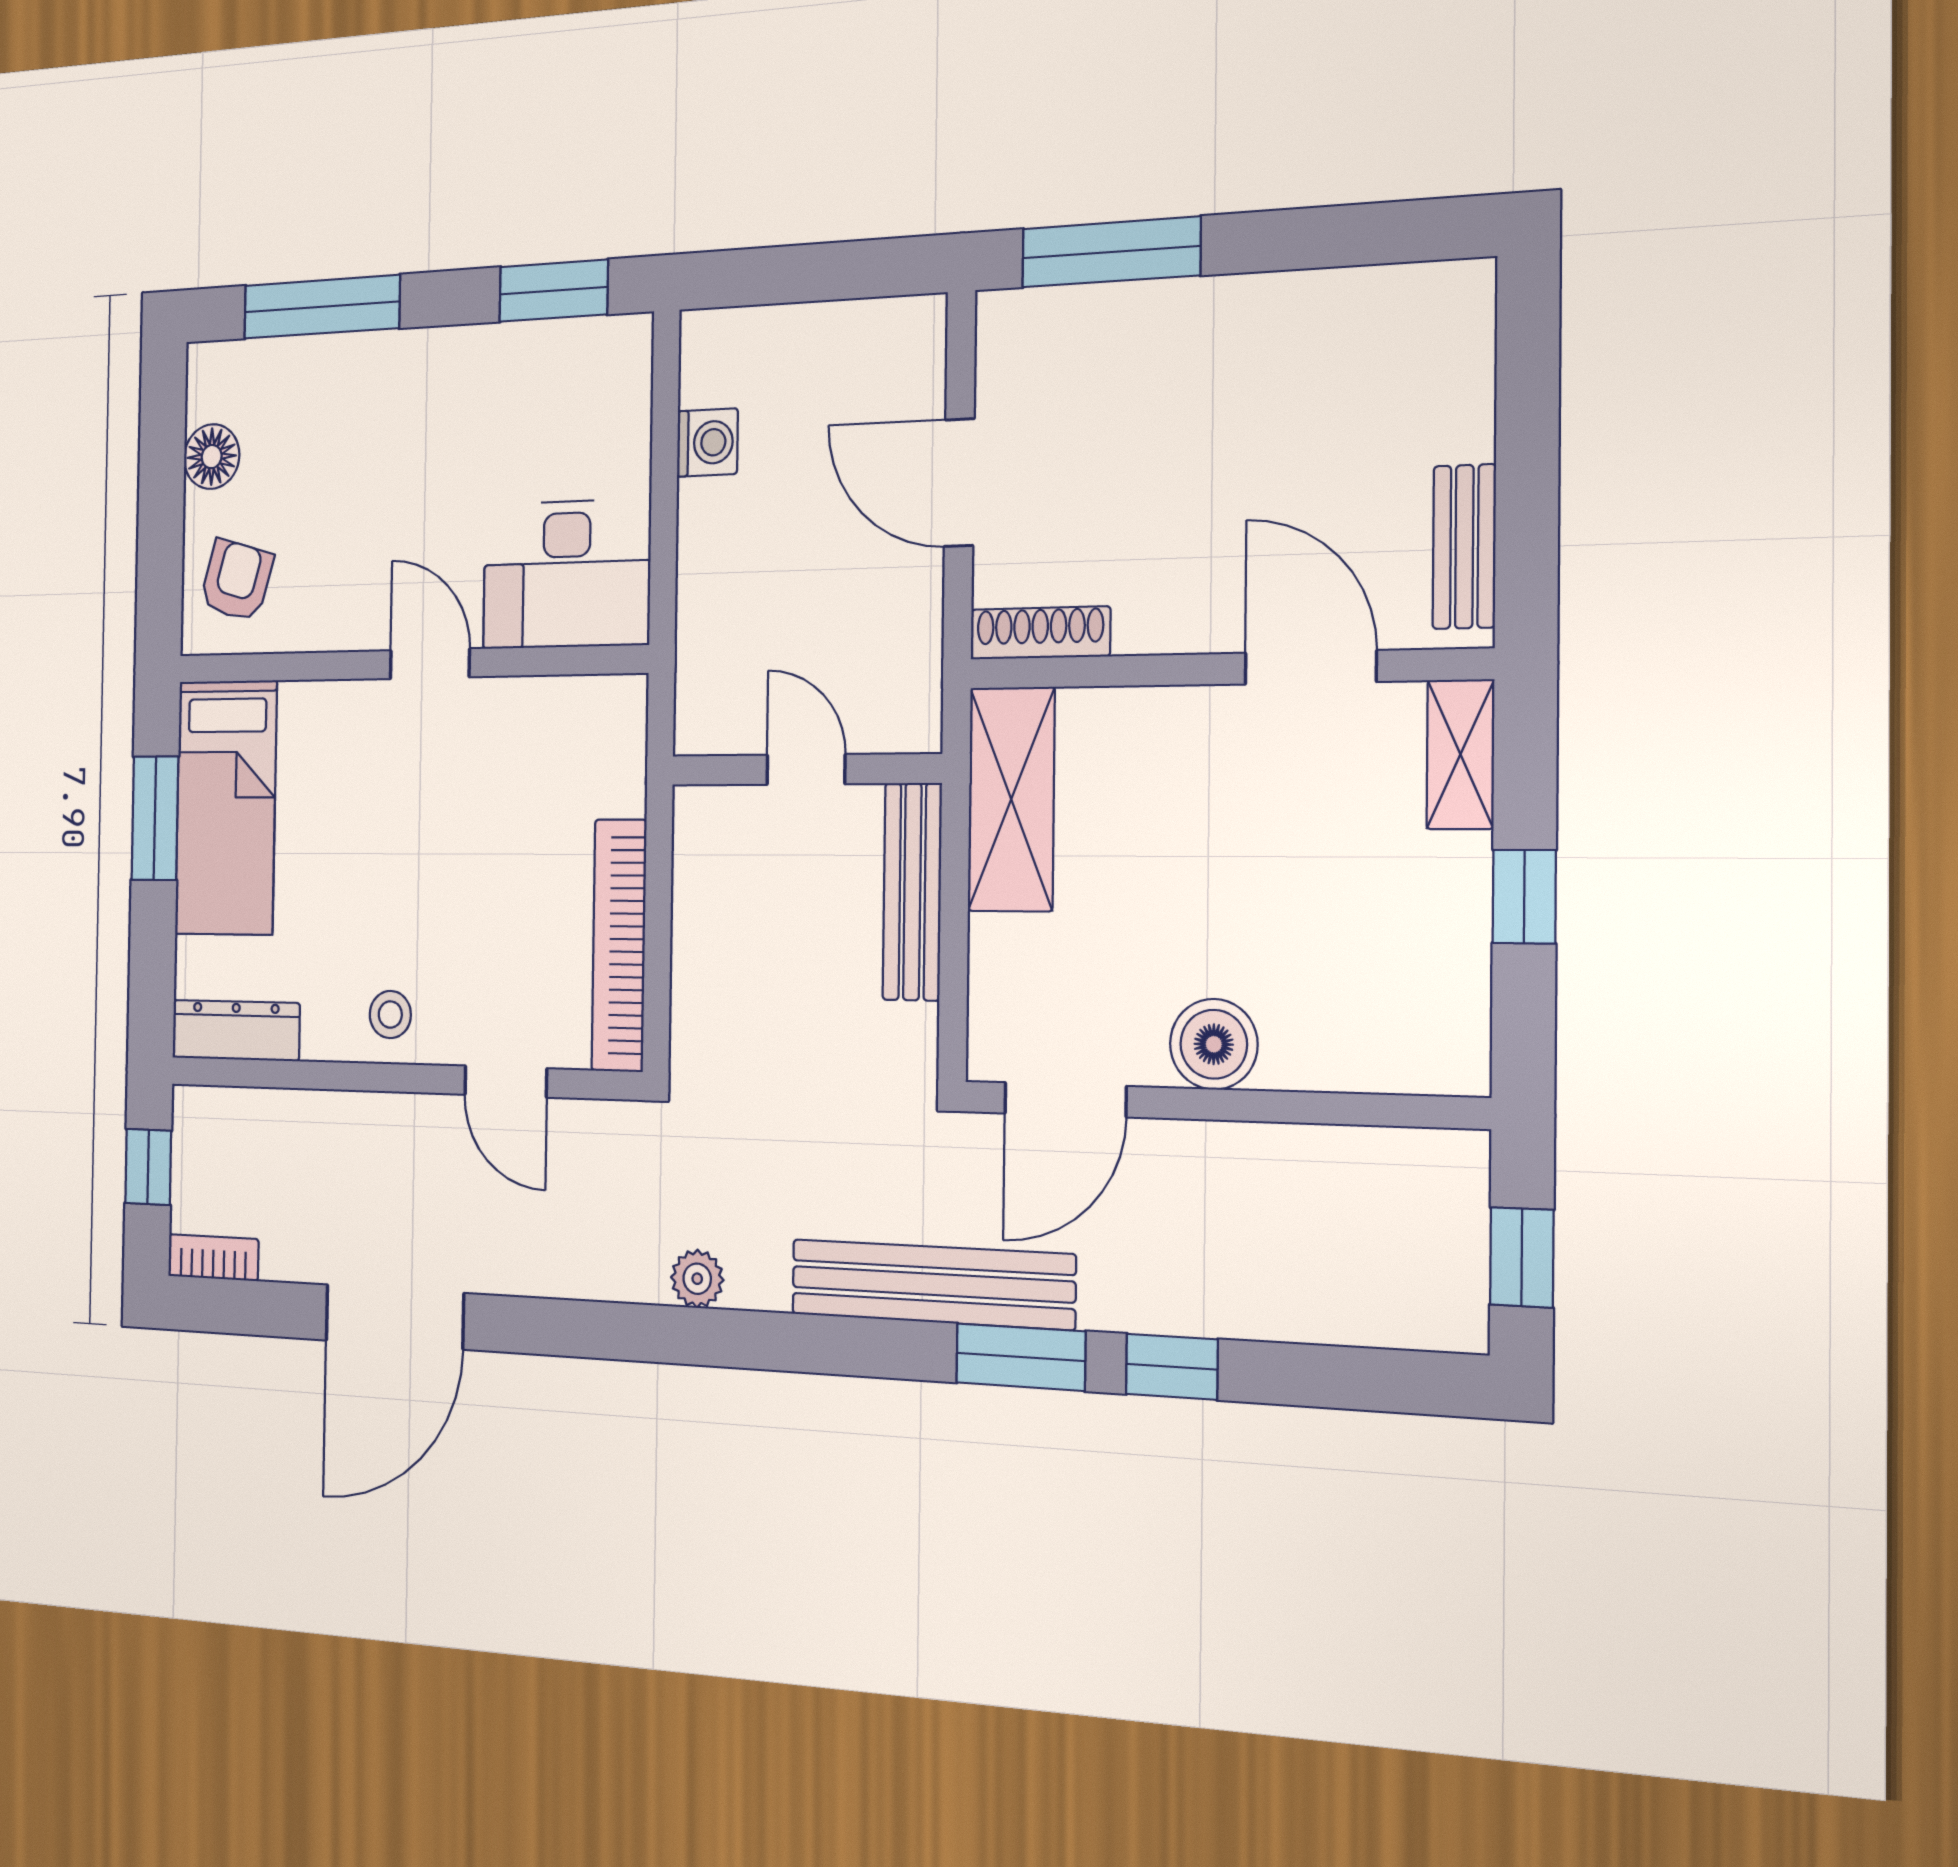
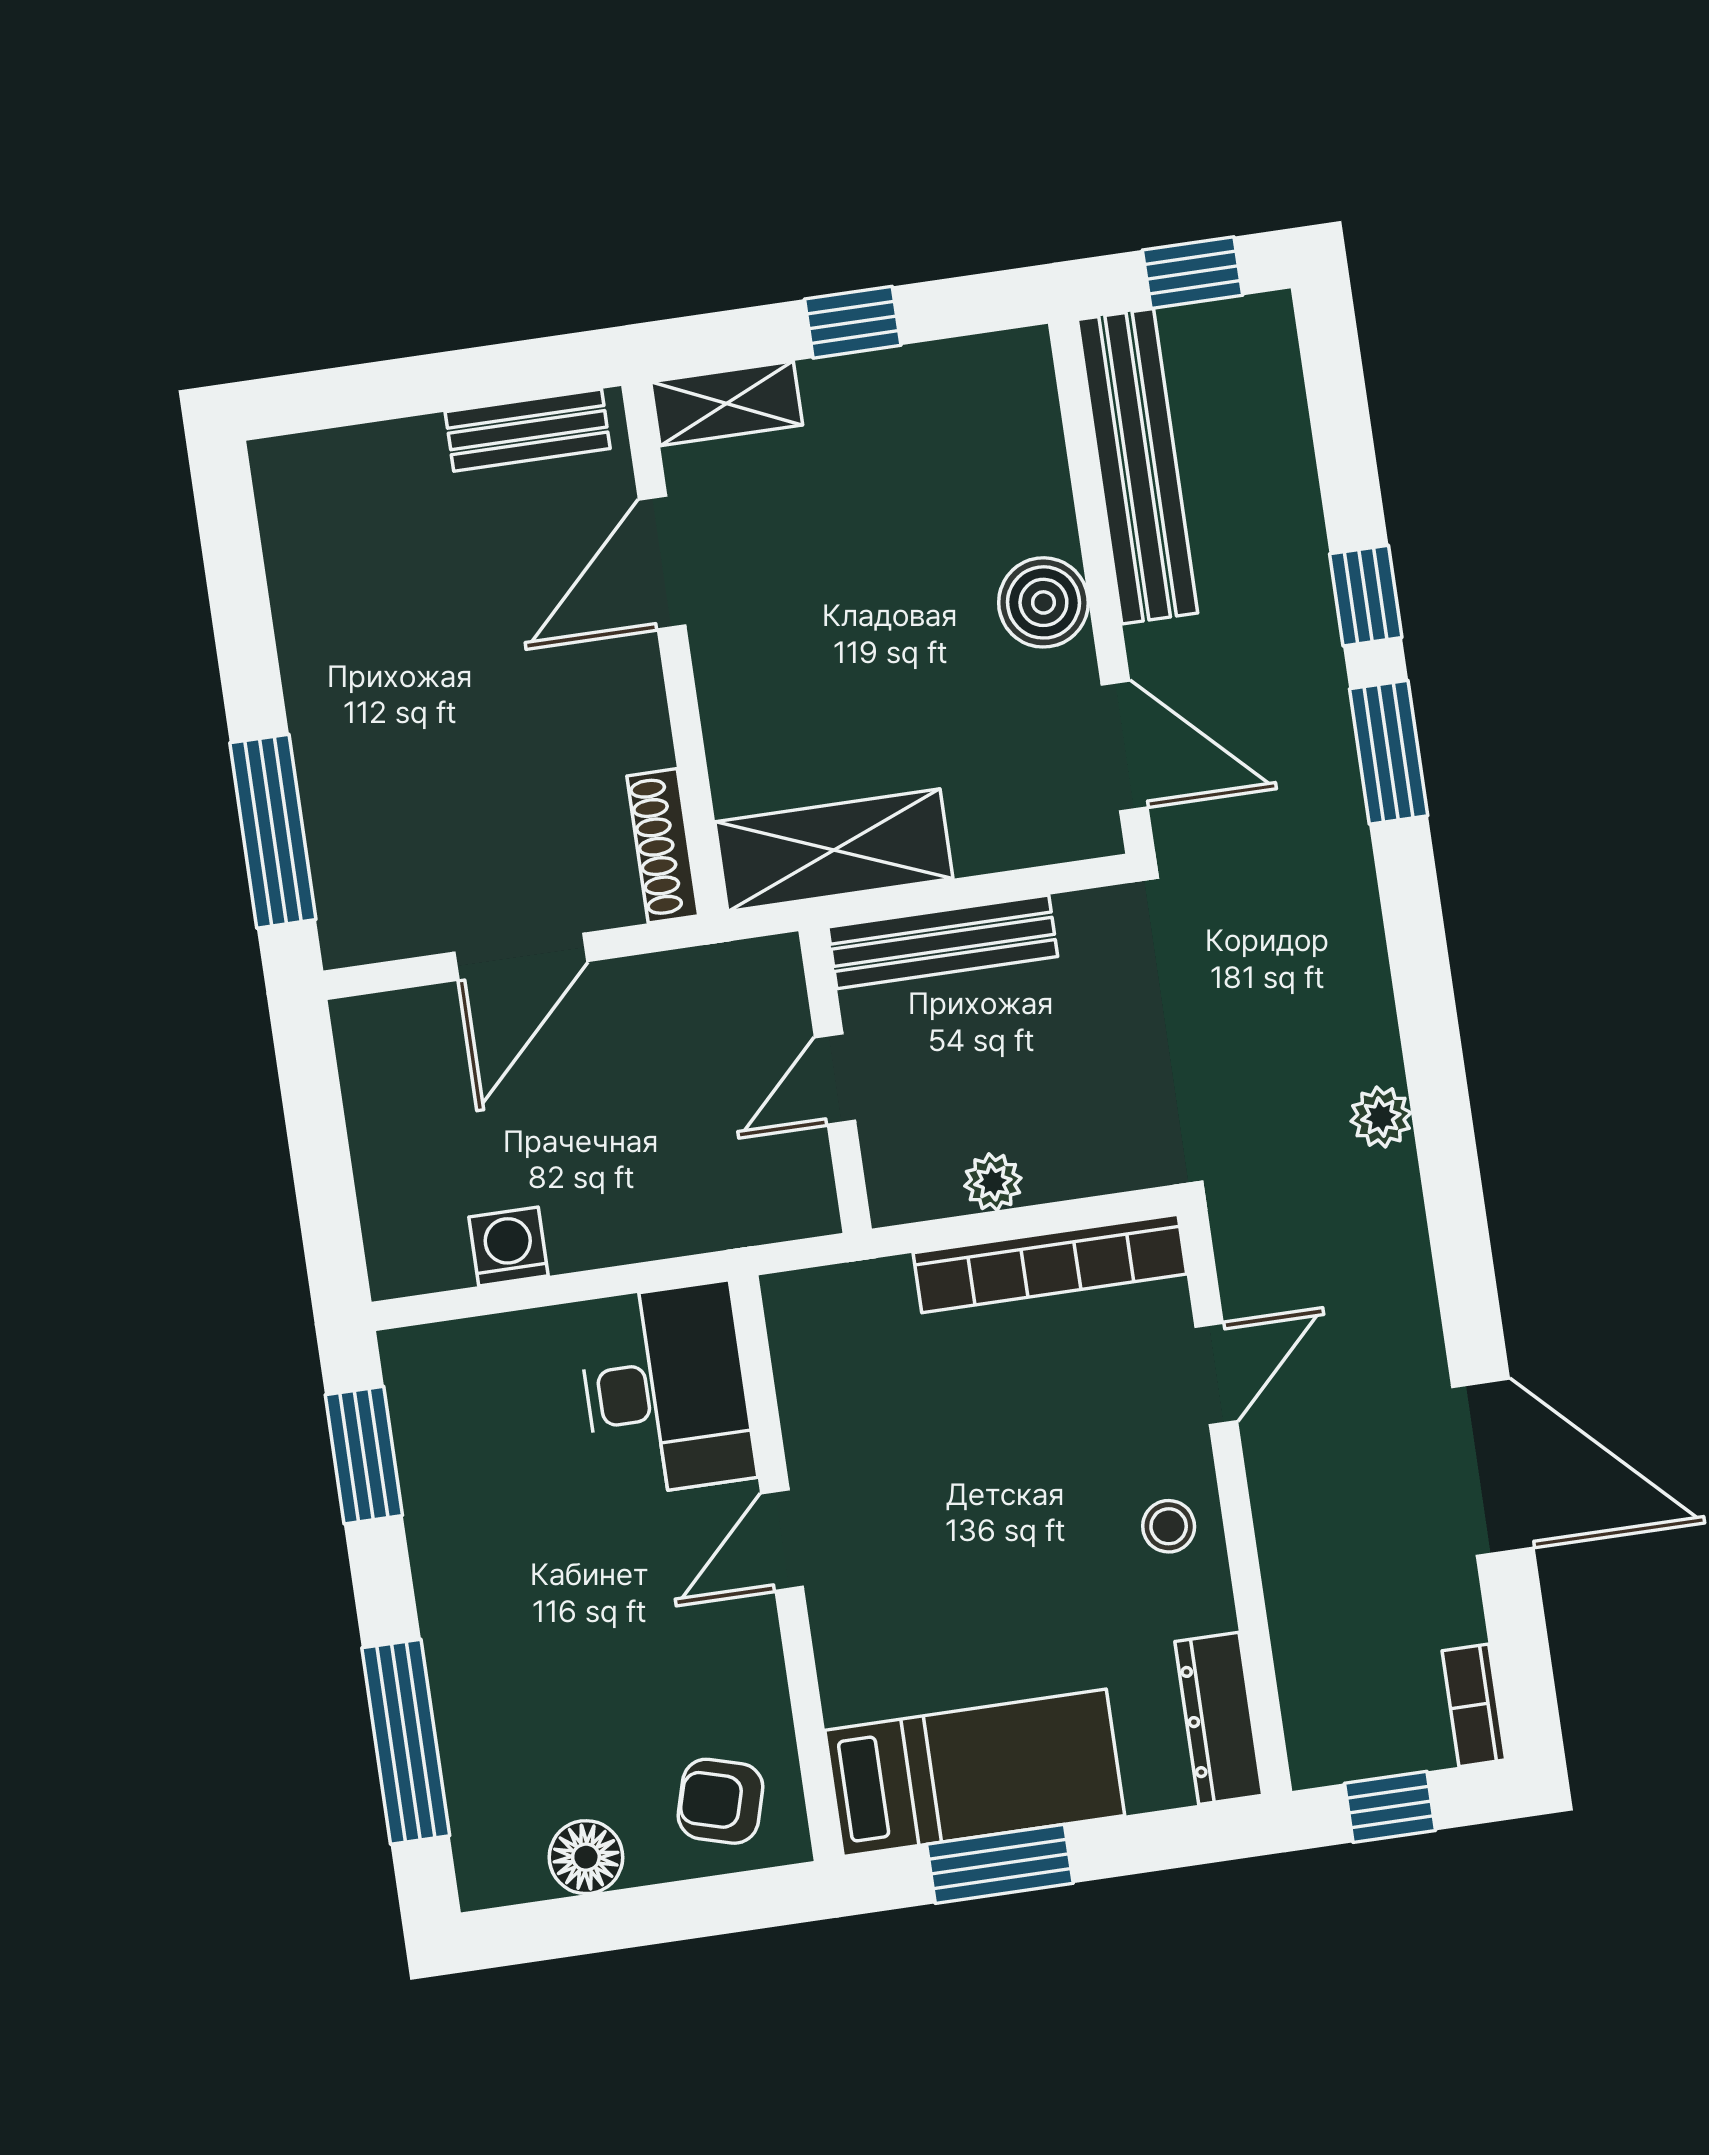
plant: (695, 904) -> (993, 1182), added
bench: (932, 1284) -> (1138, 466), moved

